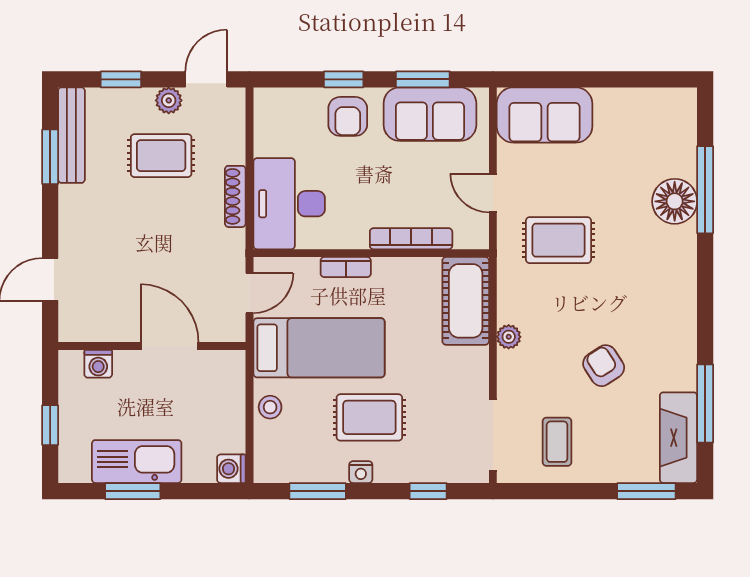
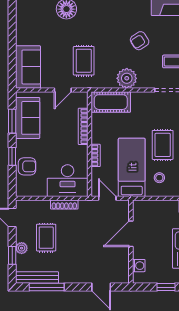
plant: (169, 100) -> (22, 248), moved
armchair: (348, 116) -> (27, 166), moved
window: (50, 157) -> (47, 287), width x1.44
plant: (509, 337) -> (127, 78), width x1.88, depth x1.88
stool: (270, 407) -> (159, 178), moved

